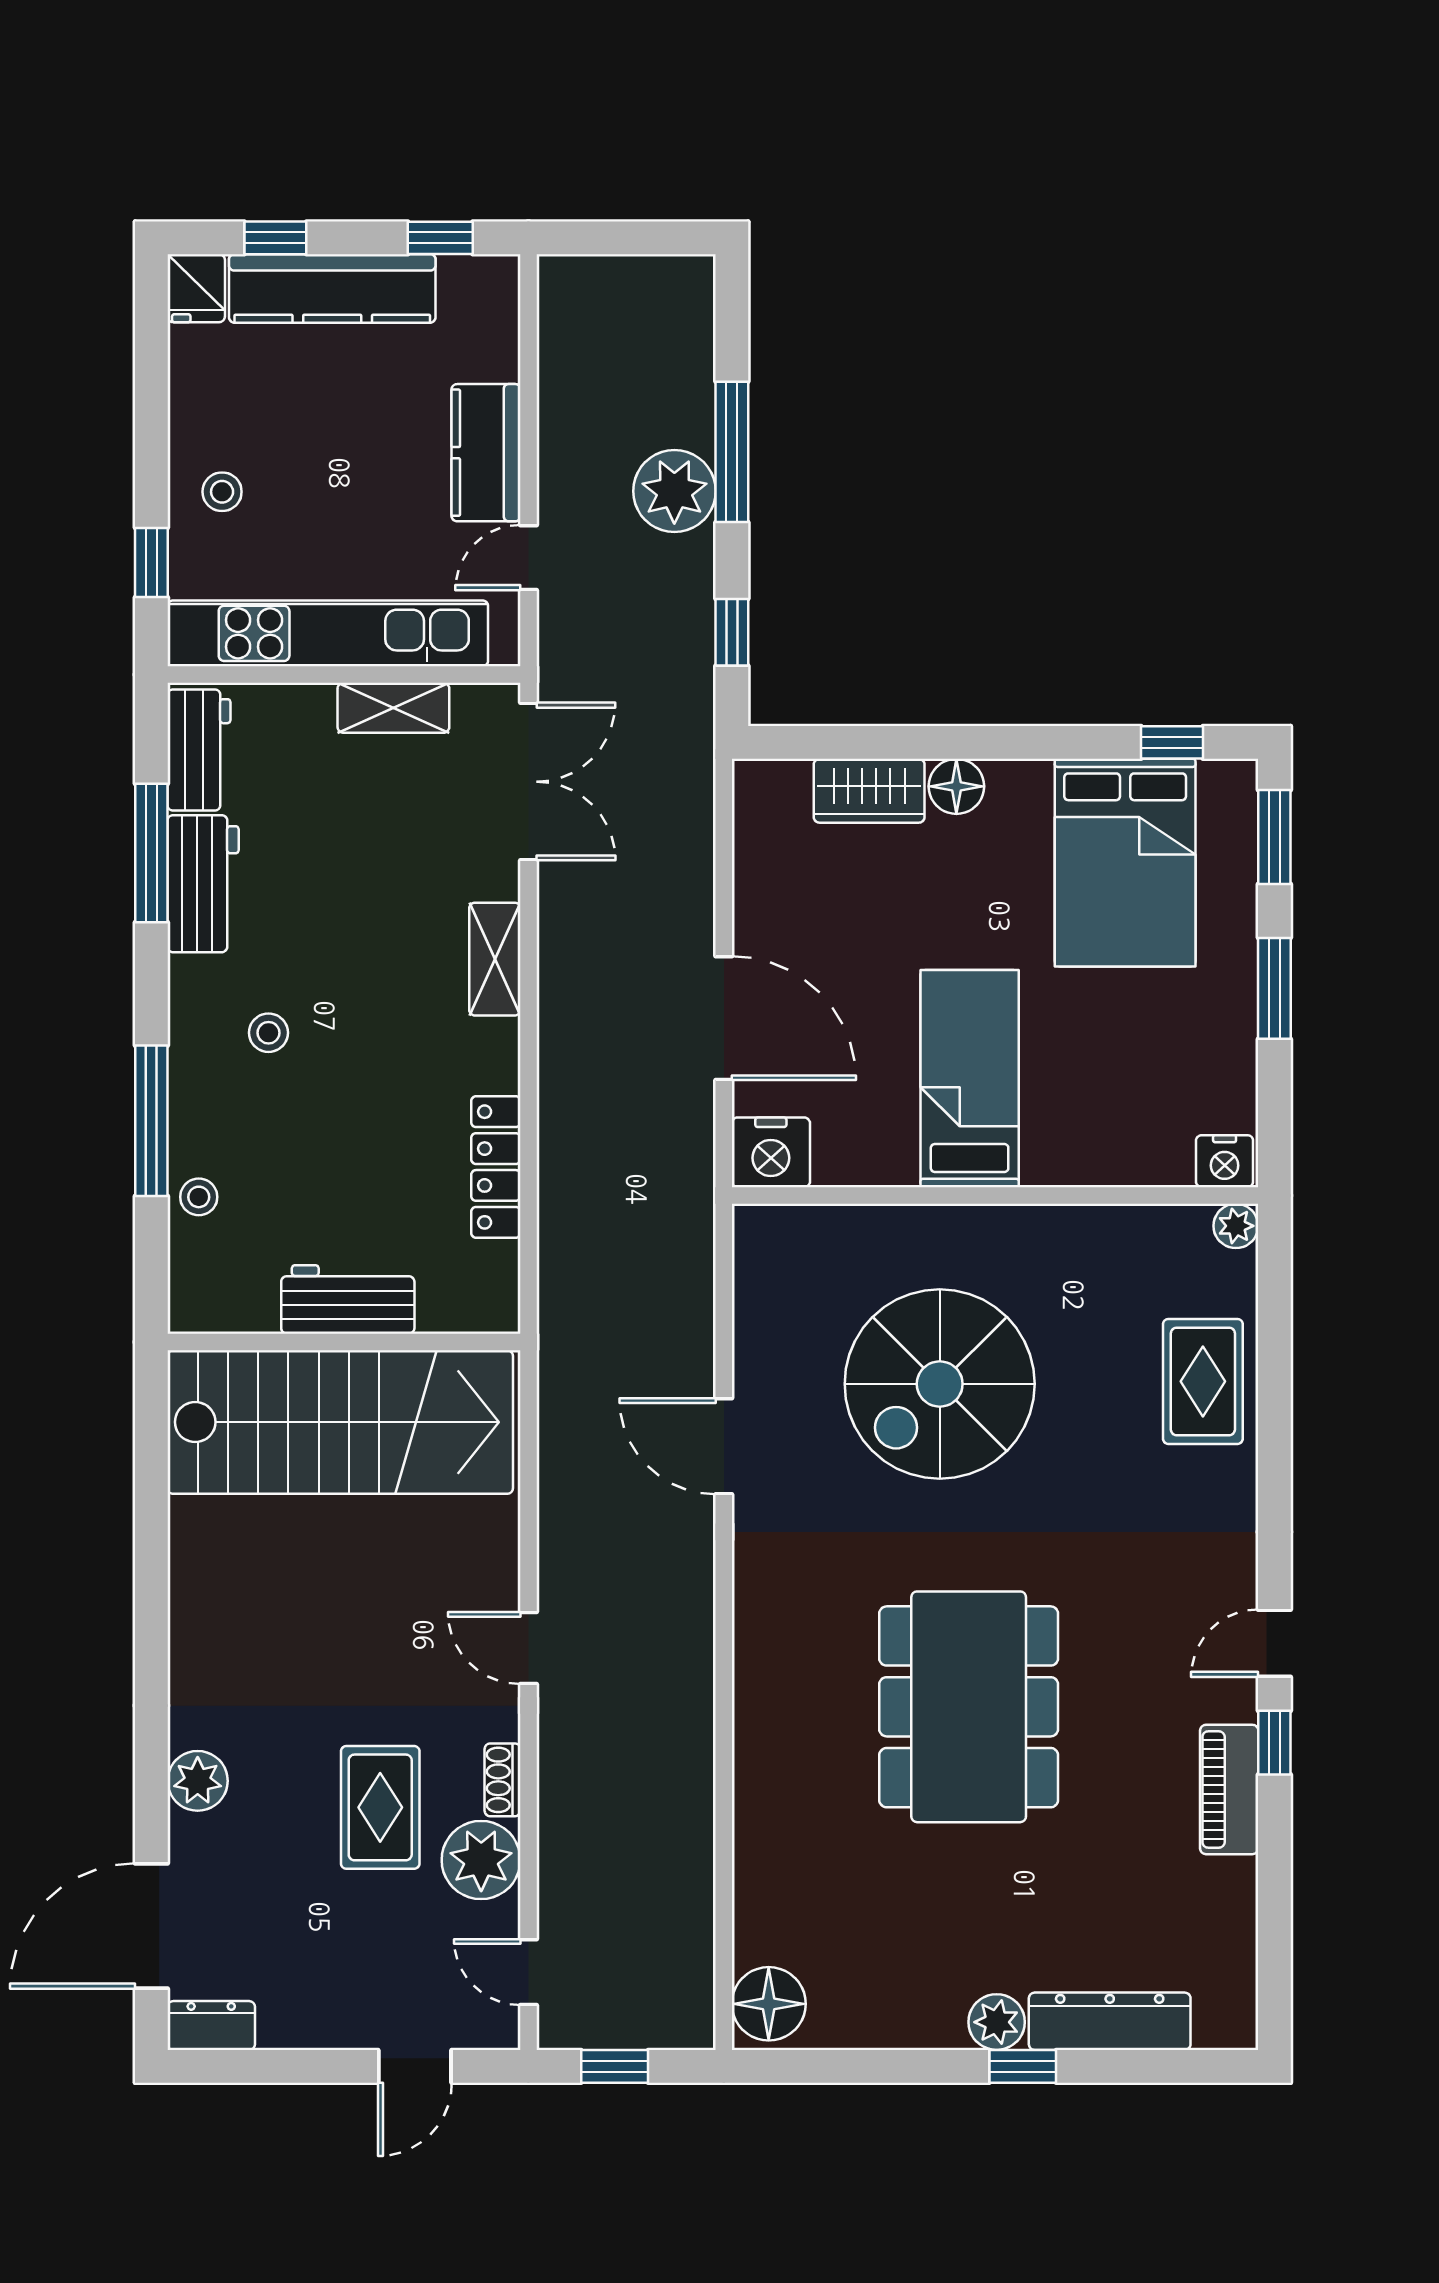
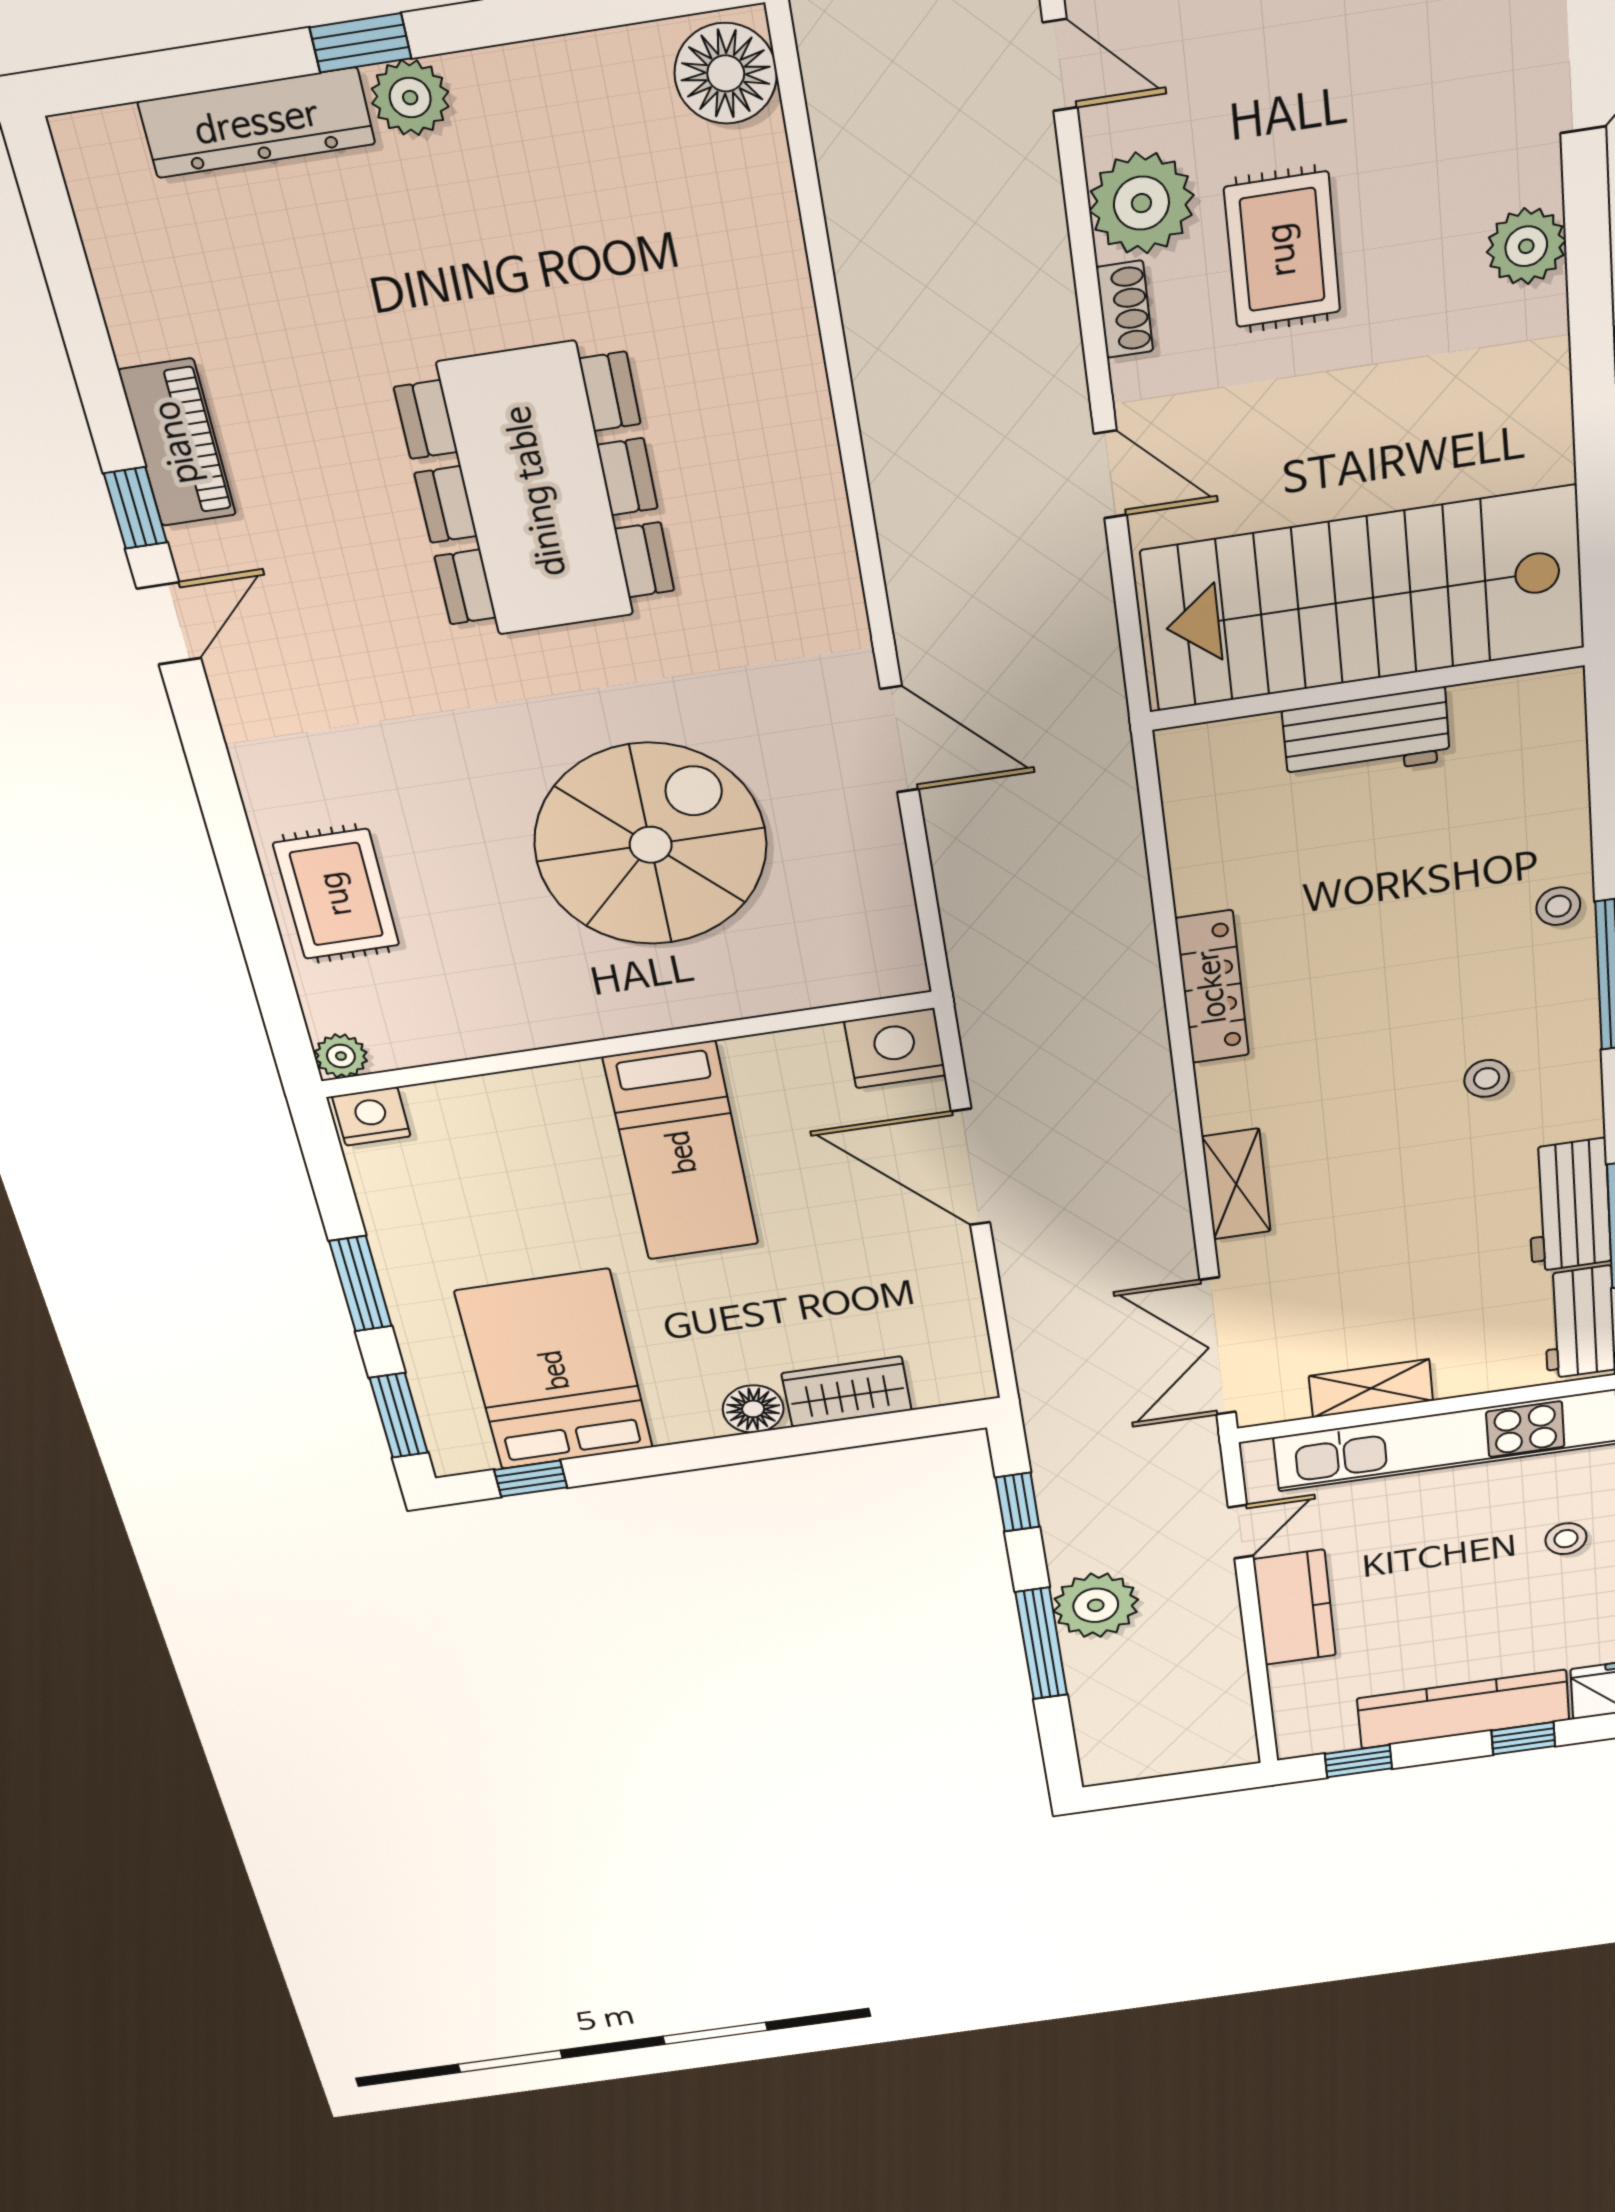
workbench: (348, 1299) -> (1366, 736), moved
wall: (344, 1342) -> (1367, 689), moved
stairs: (340, 1422) -> (1364, 599), moved

